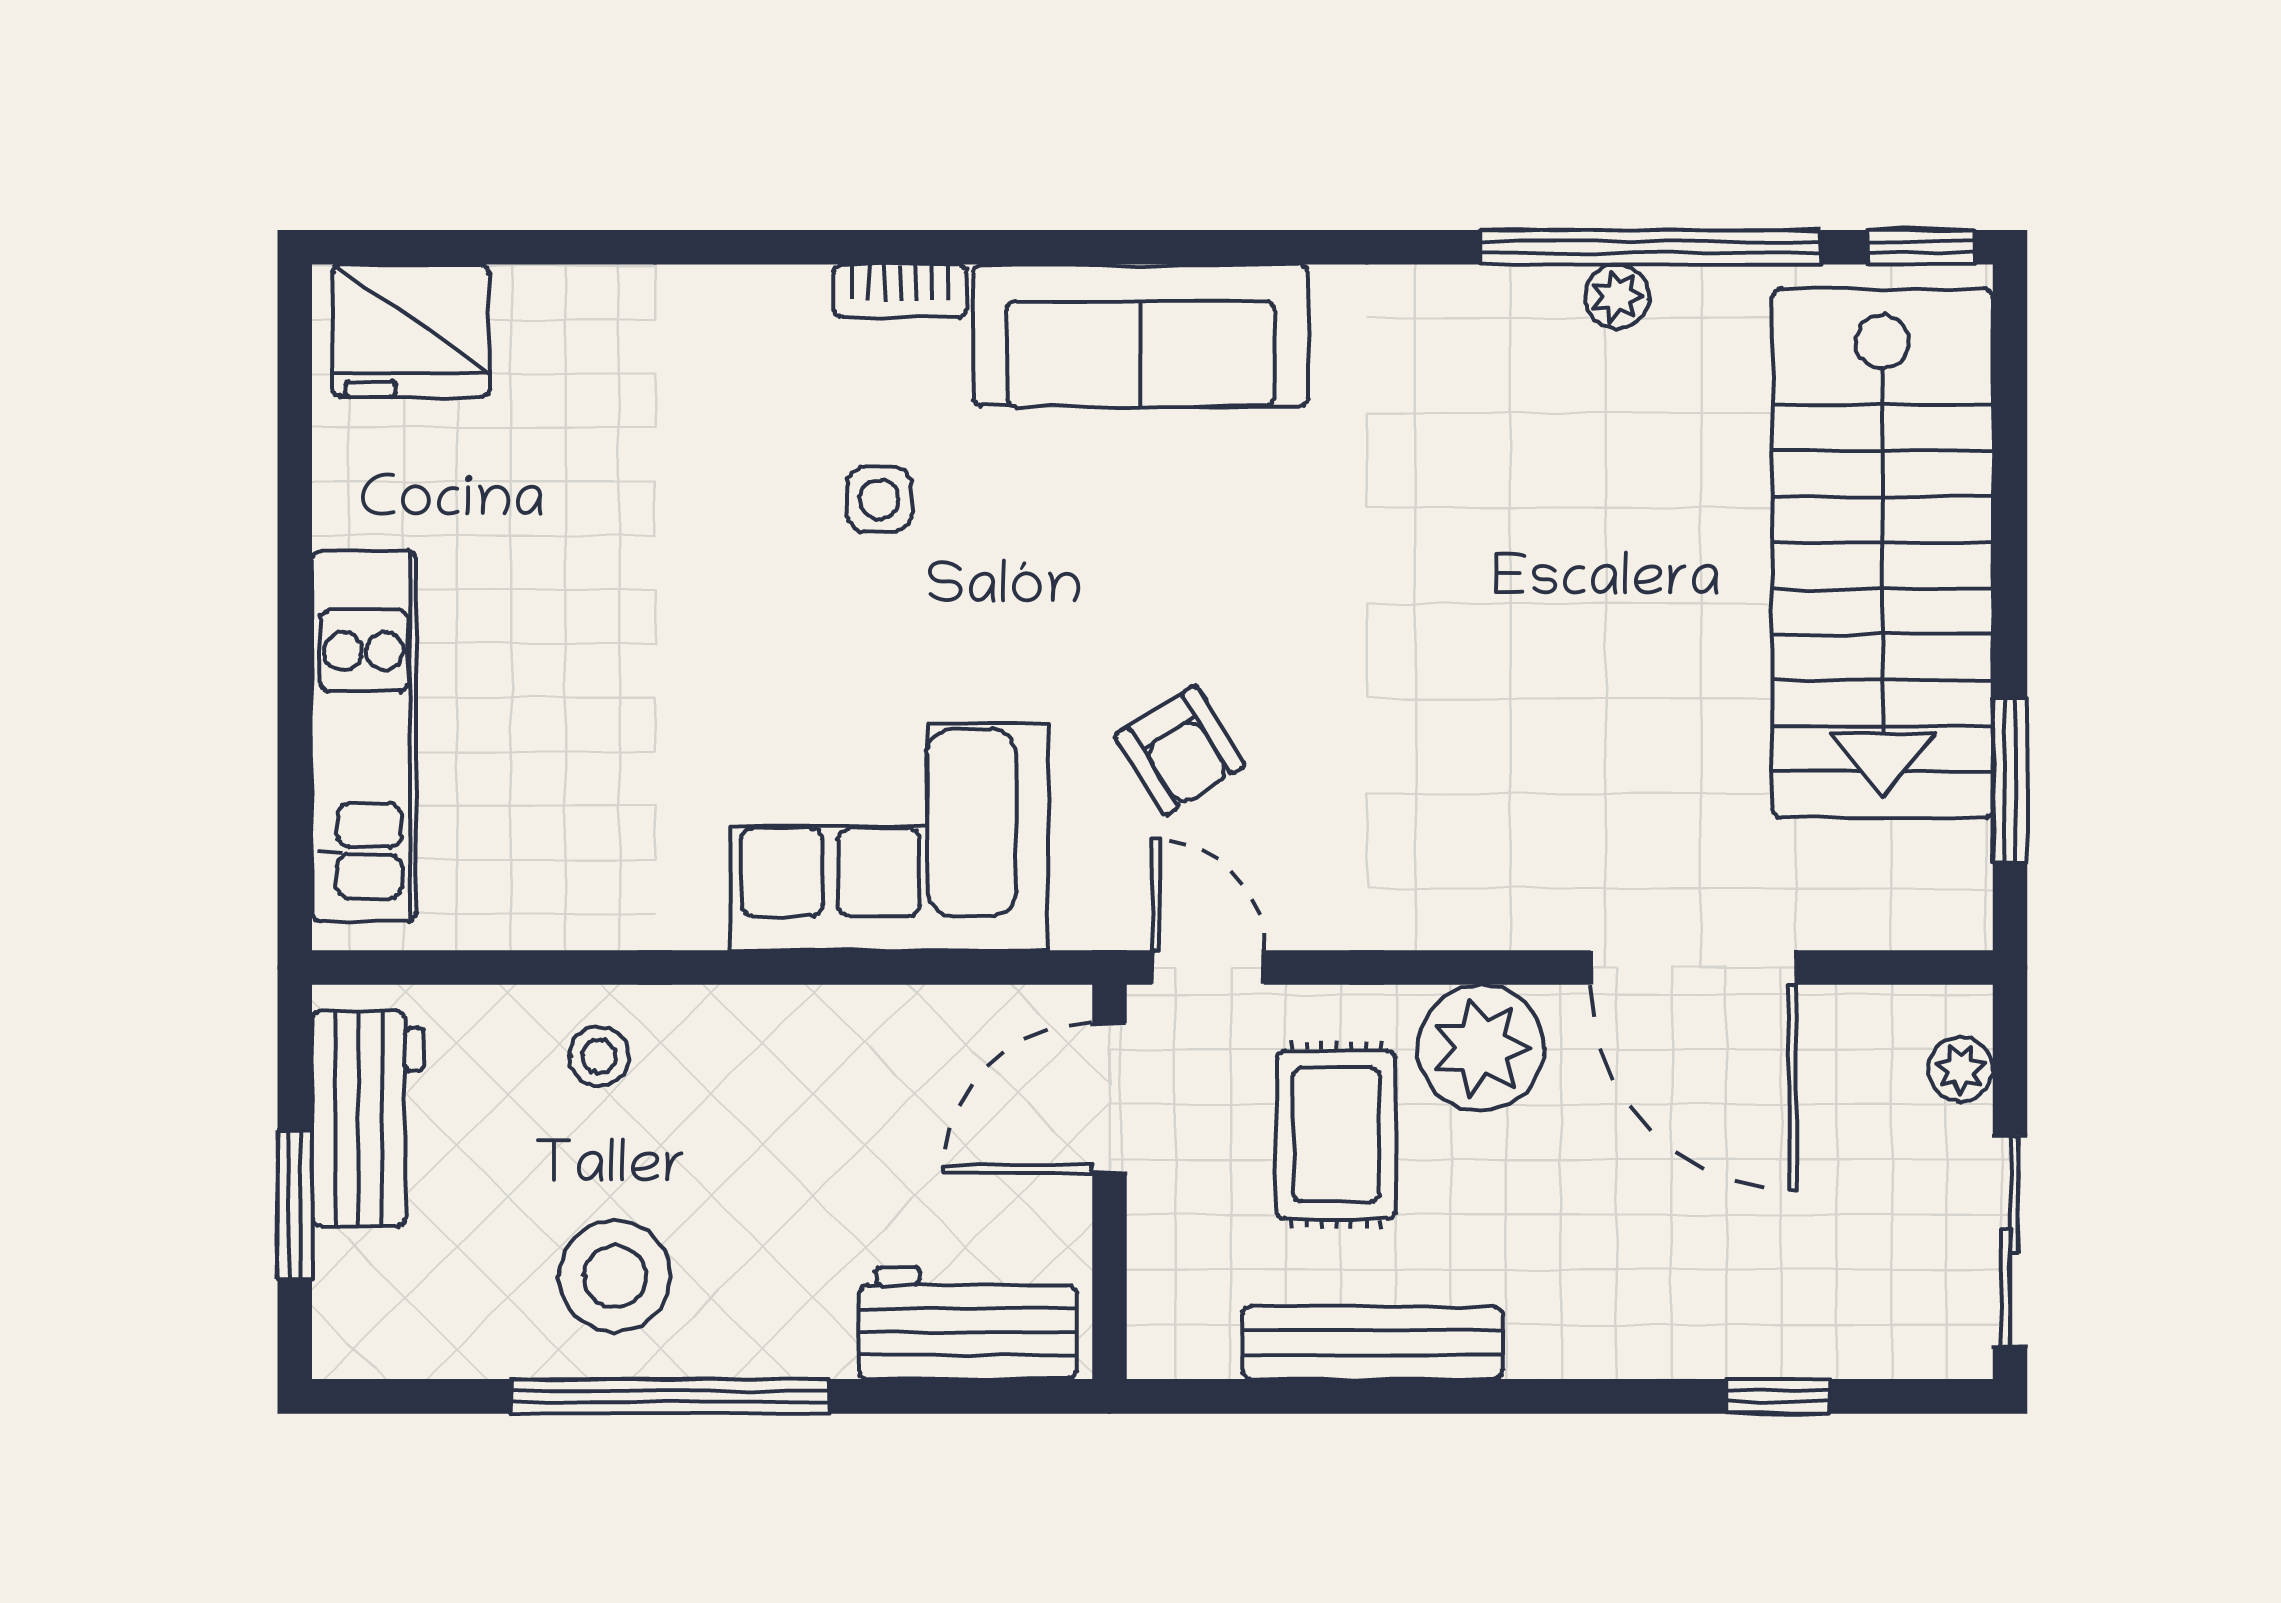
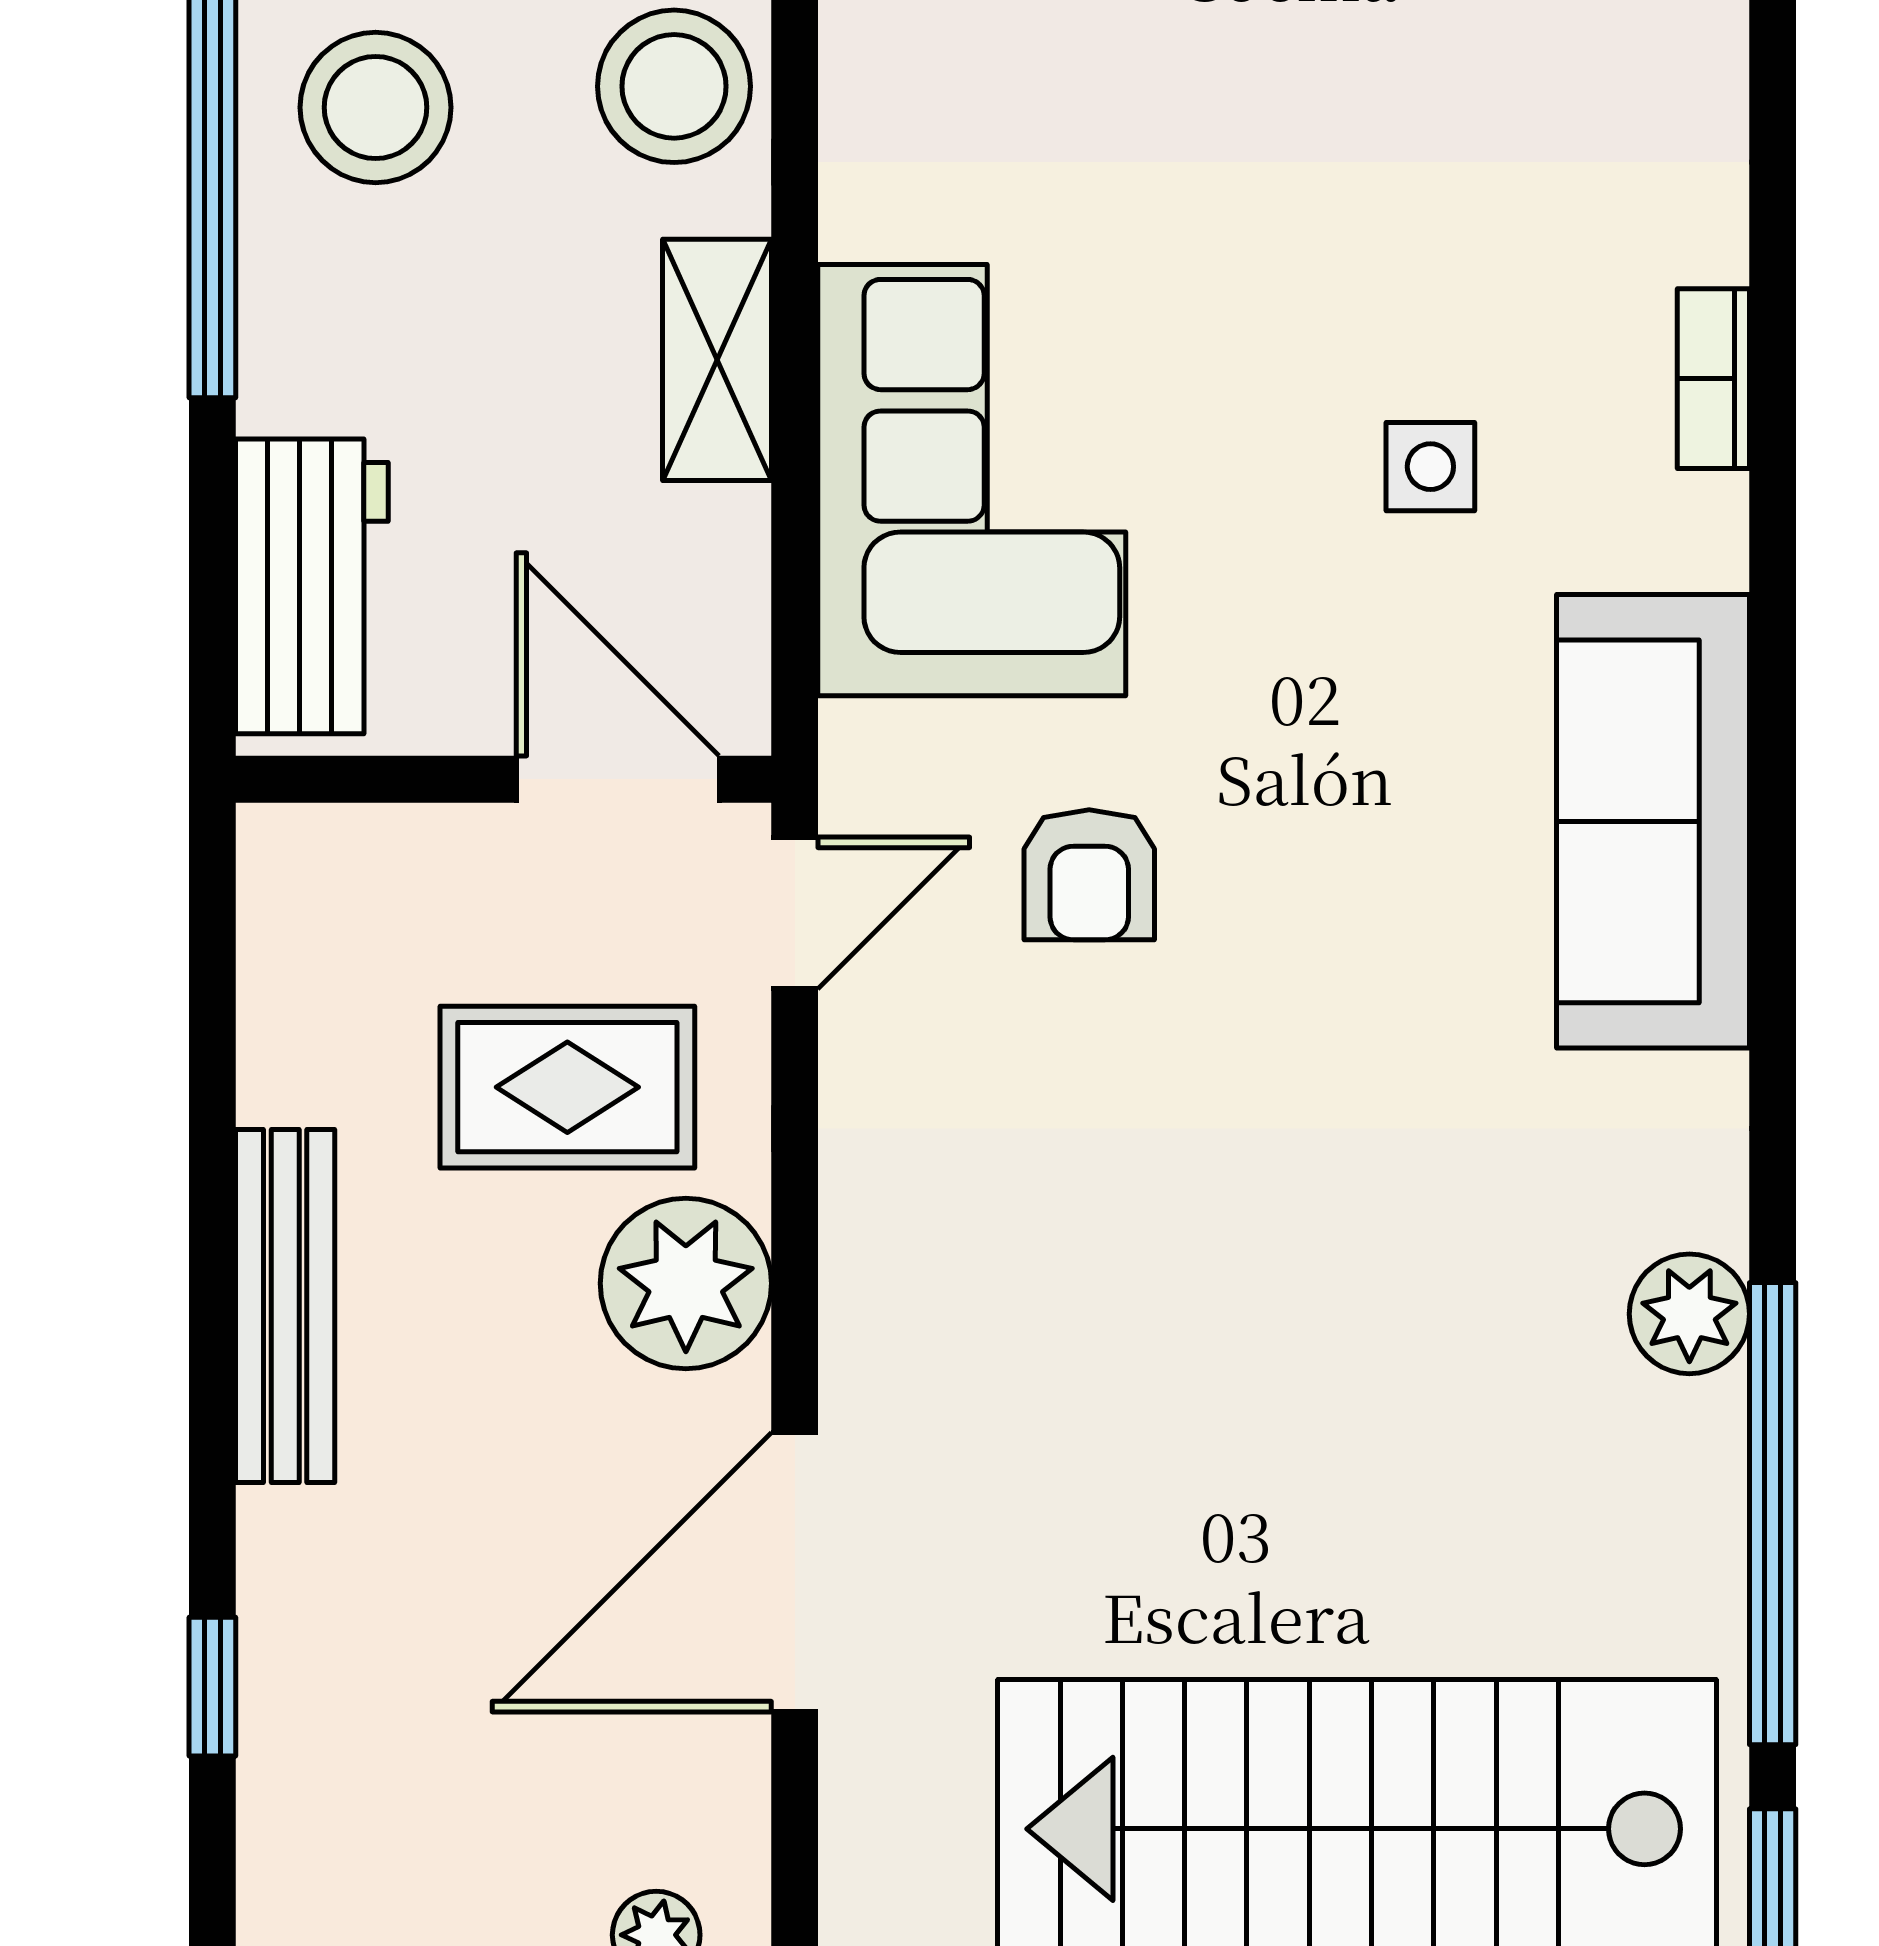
bookcase: (900, 291) -> (1713, 379), moved
plant: (1617, 296) -> (1689, 1314), moved, width x1.38, depth x1.38
armchair: (1180, 751) -> (1089, 875), turned -58
shelving: (801, 1025) -> (717, 360), added
stool: (599, 1056) -> (674, 86), width x1.89, depth x1.89
bench: (1373, 1343) -> (285, 1306), moved

